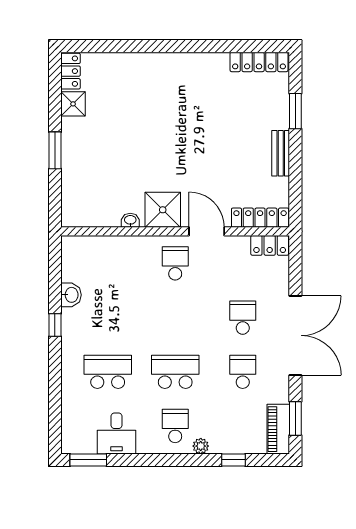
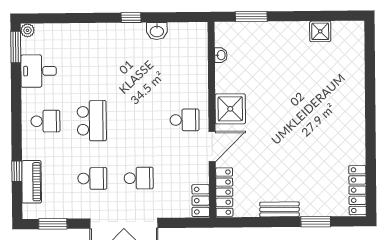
locker: (71, 71) -> (348, 29), removed
window: (55, 150) -> (251, 17), moved
washbasin: (130, 220) -> (221, 55), moved
school desk: (108, 372) -> (91, 63), removed
piano: (278, 429) -> (32, 182), moved, turned 90
plant: (201, 446) -> (28, 30), moved

